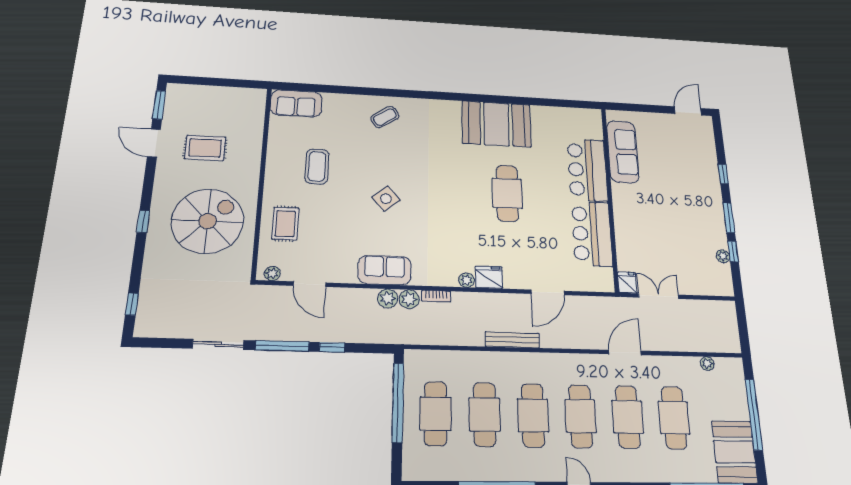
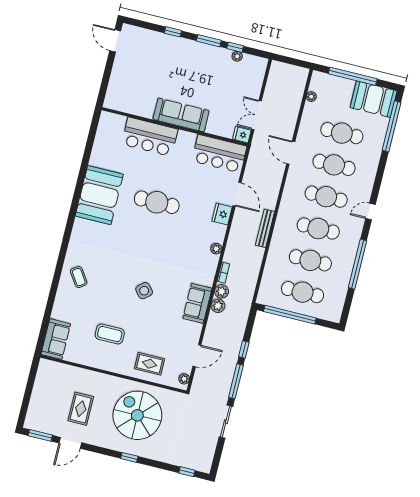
sofa: (623, 152) -> (181, 115), moved
bar counter: (592, 234) -> (219, 154), moved
fridge: (489, 277) -> (222, 214), moved

